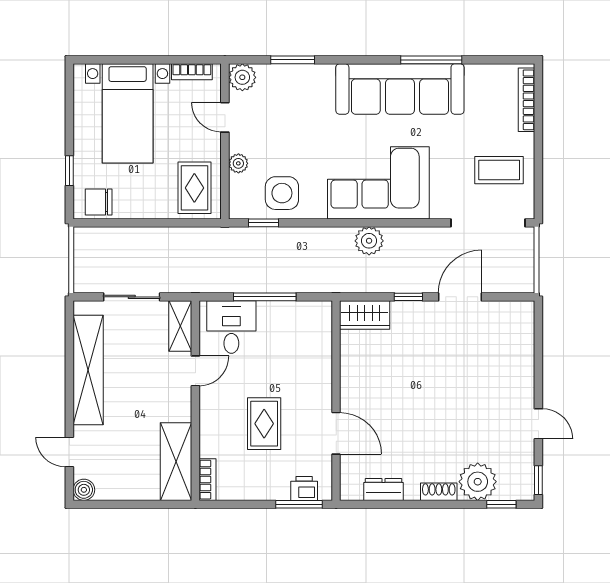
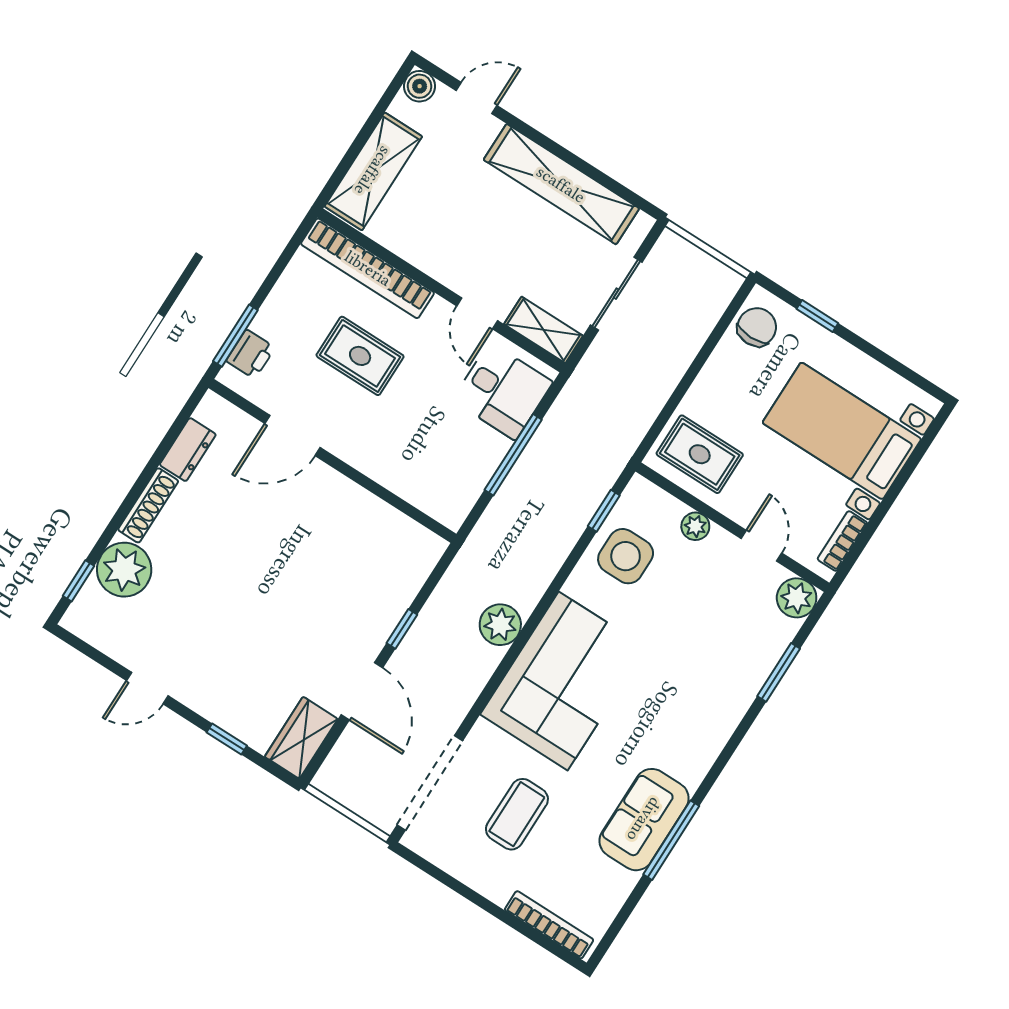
sofa: (400, 89) -> (644, 820), width x0.54, depth x0.79
door: (225, 117) -> (761, 546), hinge flipped
coffee table: (499, 170) -> (517, 814), moved
wardrobe: (365, 315) -> (301, 738), moved
shelving: (176, 462) -> (373, 171), moved, turned 90
bookcase: (207, 480) -> (368, 268), width x2.31, depth x1.31
window: (538, 480) -> (227, 739), moved
shoe rack: (439, 492) -> (148, 505), width x1.43

